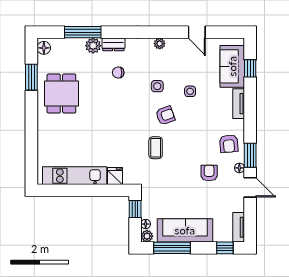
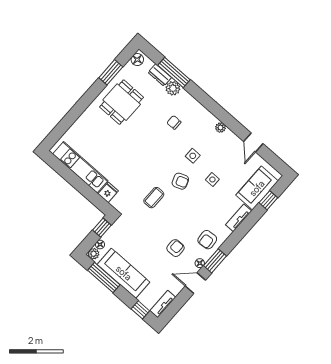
dresser: (113, 44) -> (160, 75), moved
door: (250, 187) -> (195, 283), swing flipped

